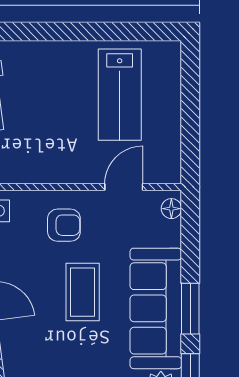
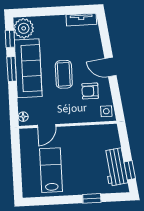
window: (38, 31) -> (92, 198), added
armchair: (64, 225) -> (90, 91), moved

